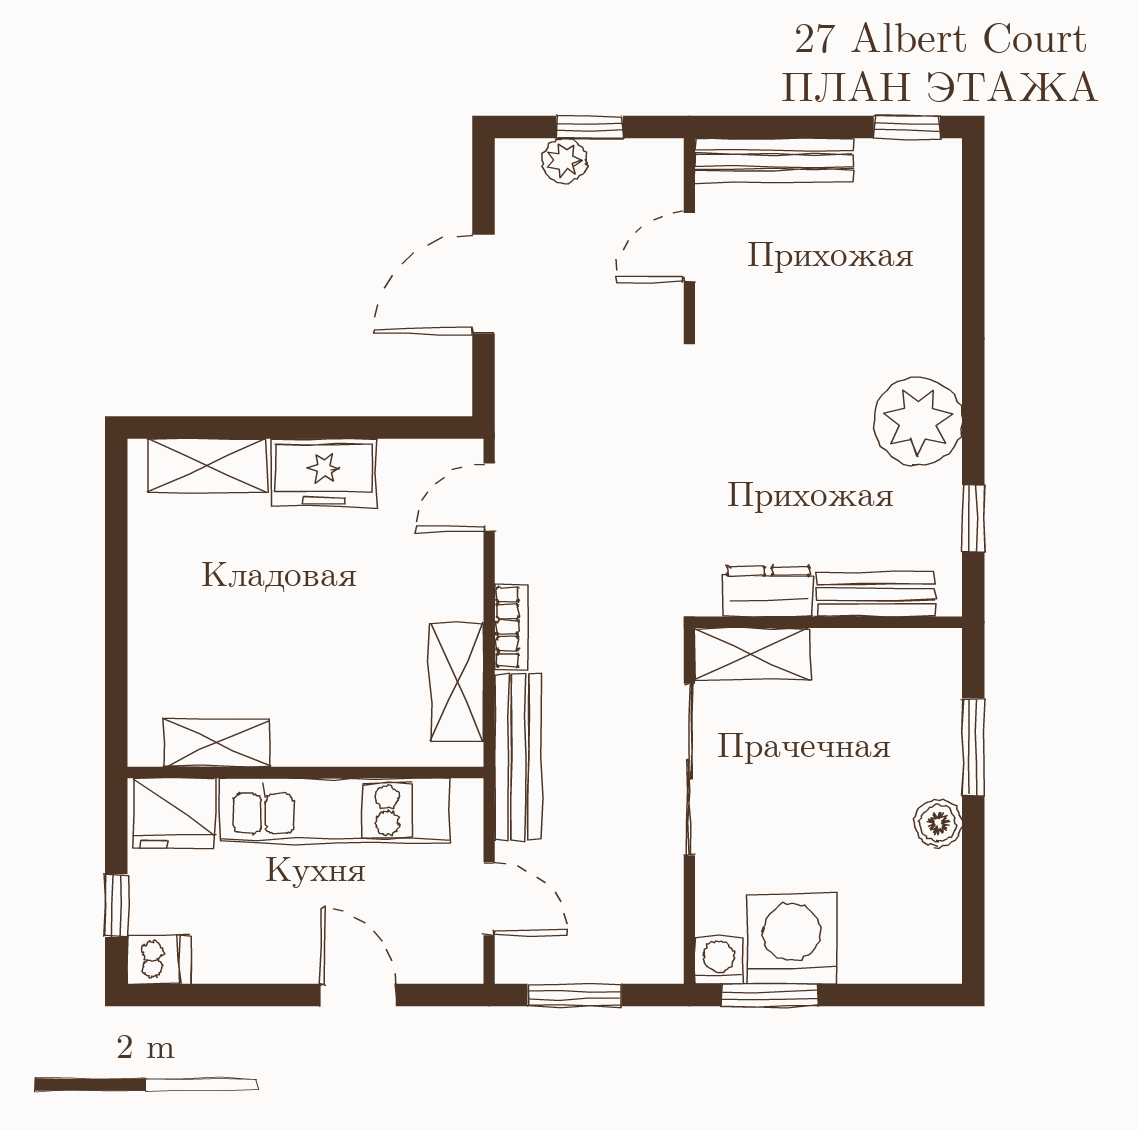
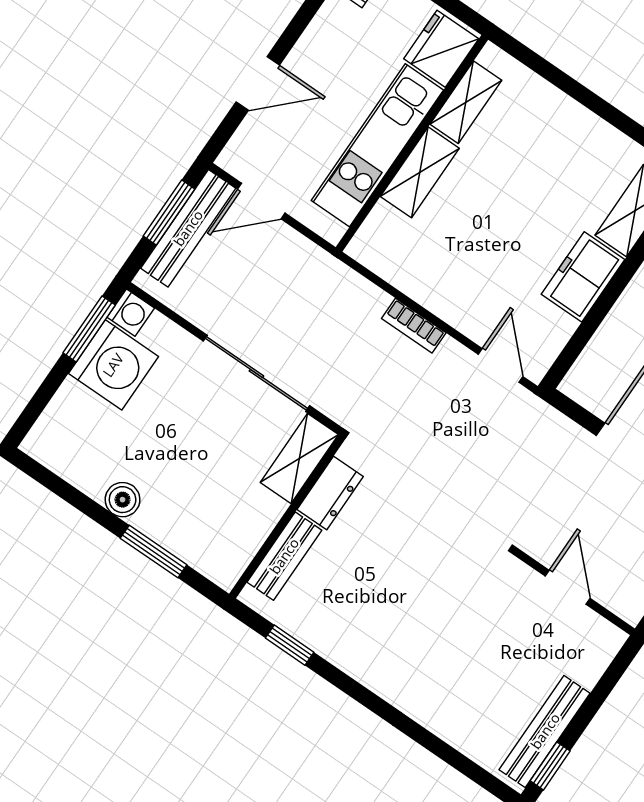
bench: (774, 160) -> (545, 731), moved
plant: (918, 421) -> (370, 652), removed
shelving: (457, 682) -> (420, 172), moved, turned 90
bench: (518, 757) -> (188, 228), moved, turned 90

